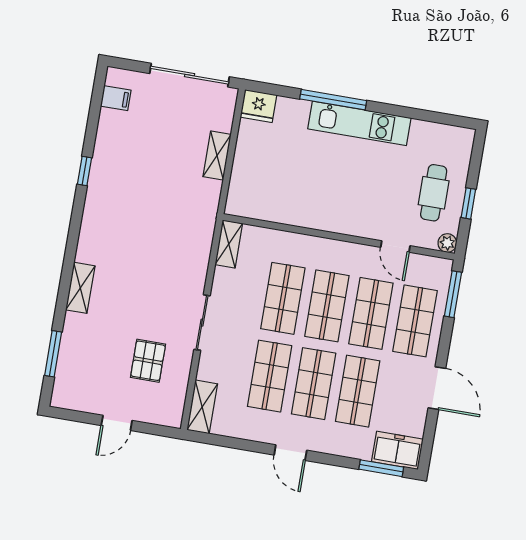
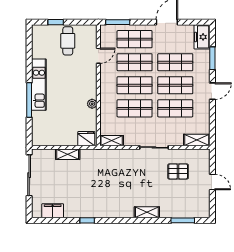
filing cabinet: (116, 98) -> (53, 211), width x2.00
fridge: (258, 106) -> (86, 139), moved, turned -90
cafe table: (434, 193) -> (68, 41), turned 90
window: (468, 203) -> (56, 22), moved
plant: (447, 243) -> (92, 104), moved
window: (381, 468) -> (212, 58), moved

